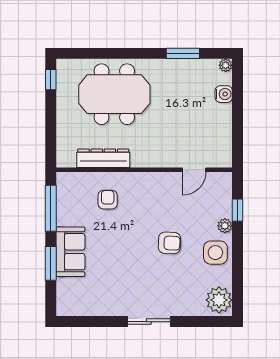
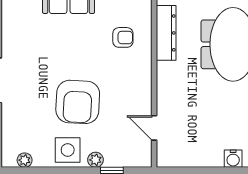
armchair: (169, 243) -> (78, 102), width x1.88, depth x1.88
plant: (219, 300) -> (25, 160), width x0.53, depth x0.53

